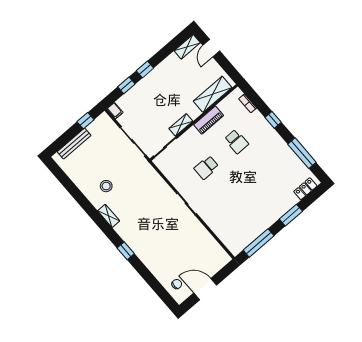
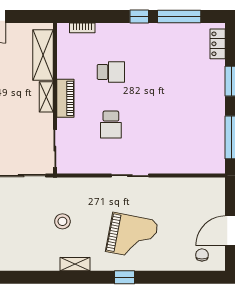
piano: (209, 120) -> (65, 98), moved
window: (273, 120) -> (139, 16), moved
shelving: (181, 125) -> (46, 97), moved
stool: (106, 186) -> (62, 221), moved
grand piano: (153, 235) -> (132, 236), added

